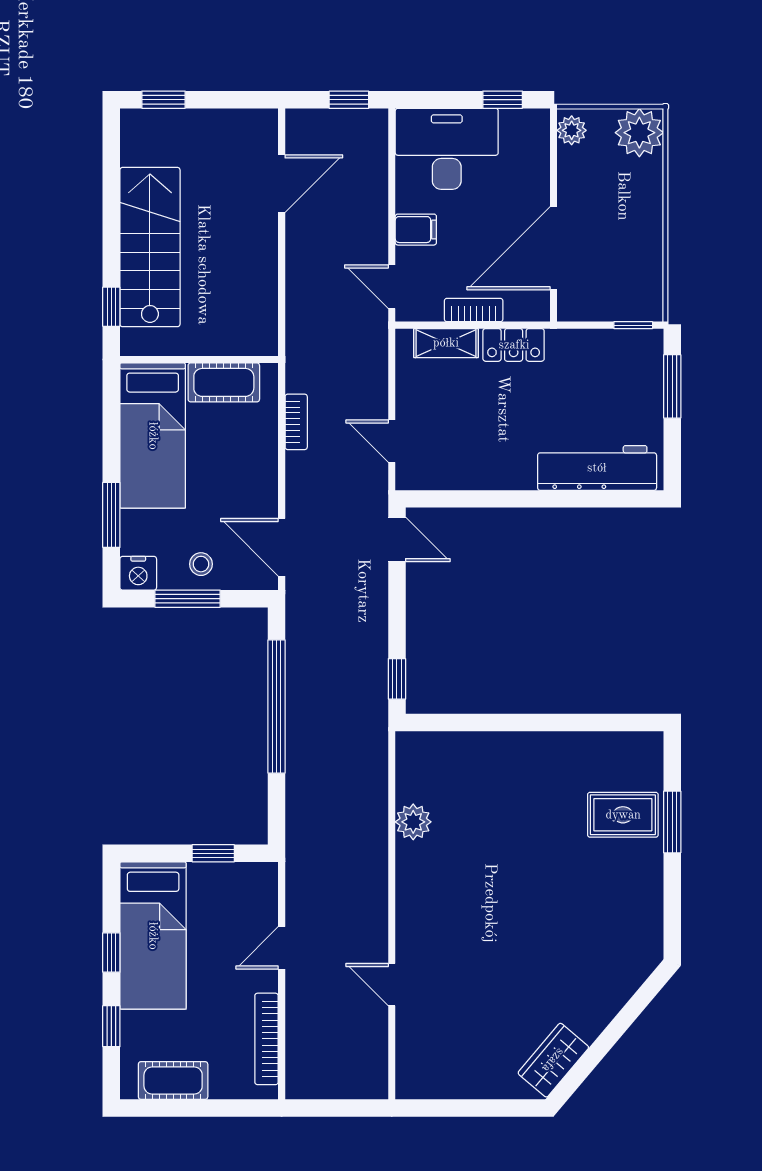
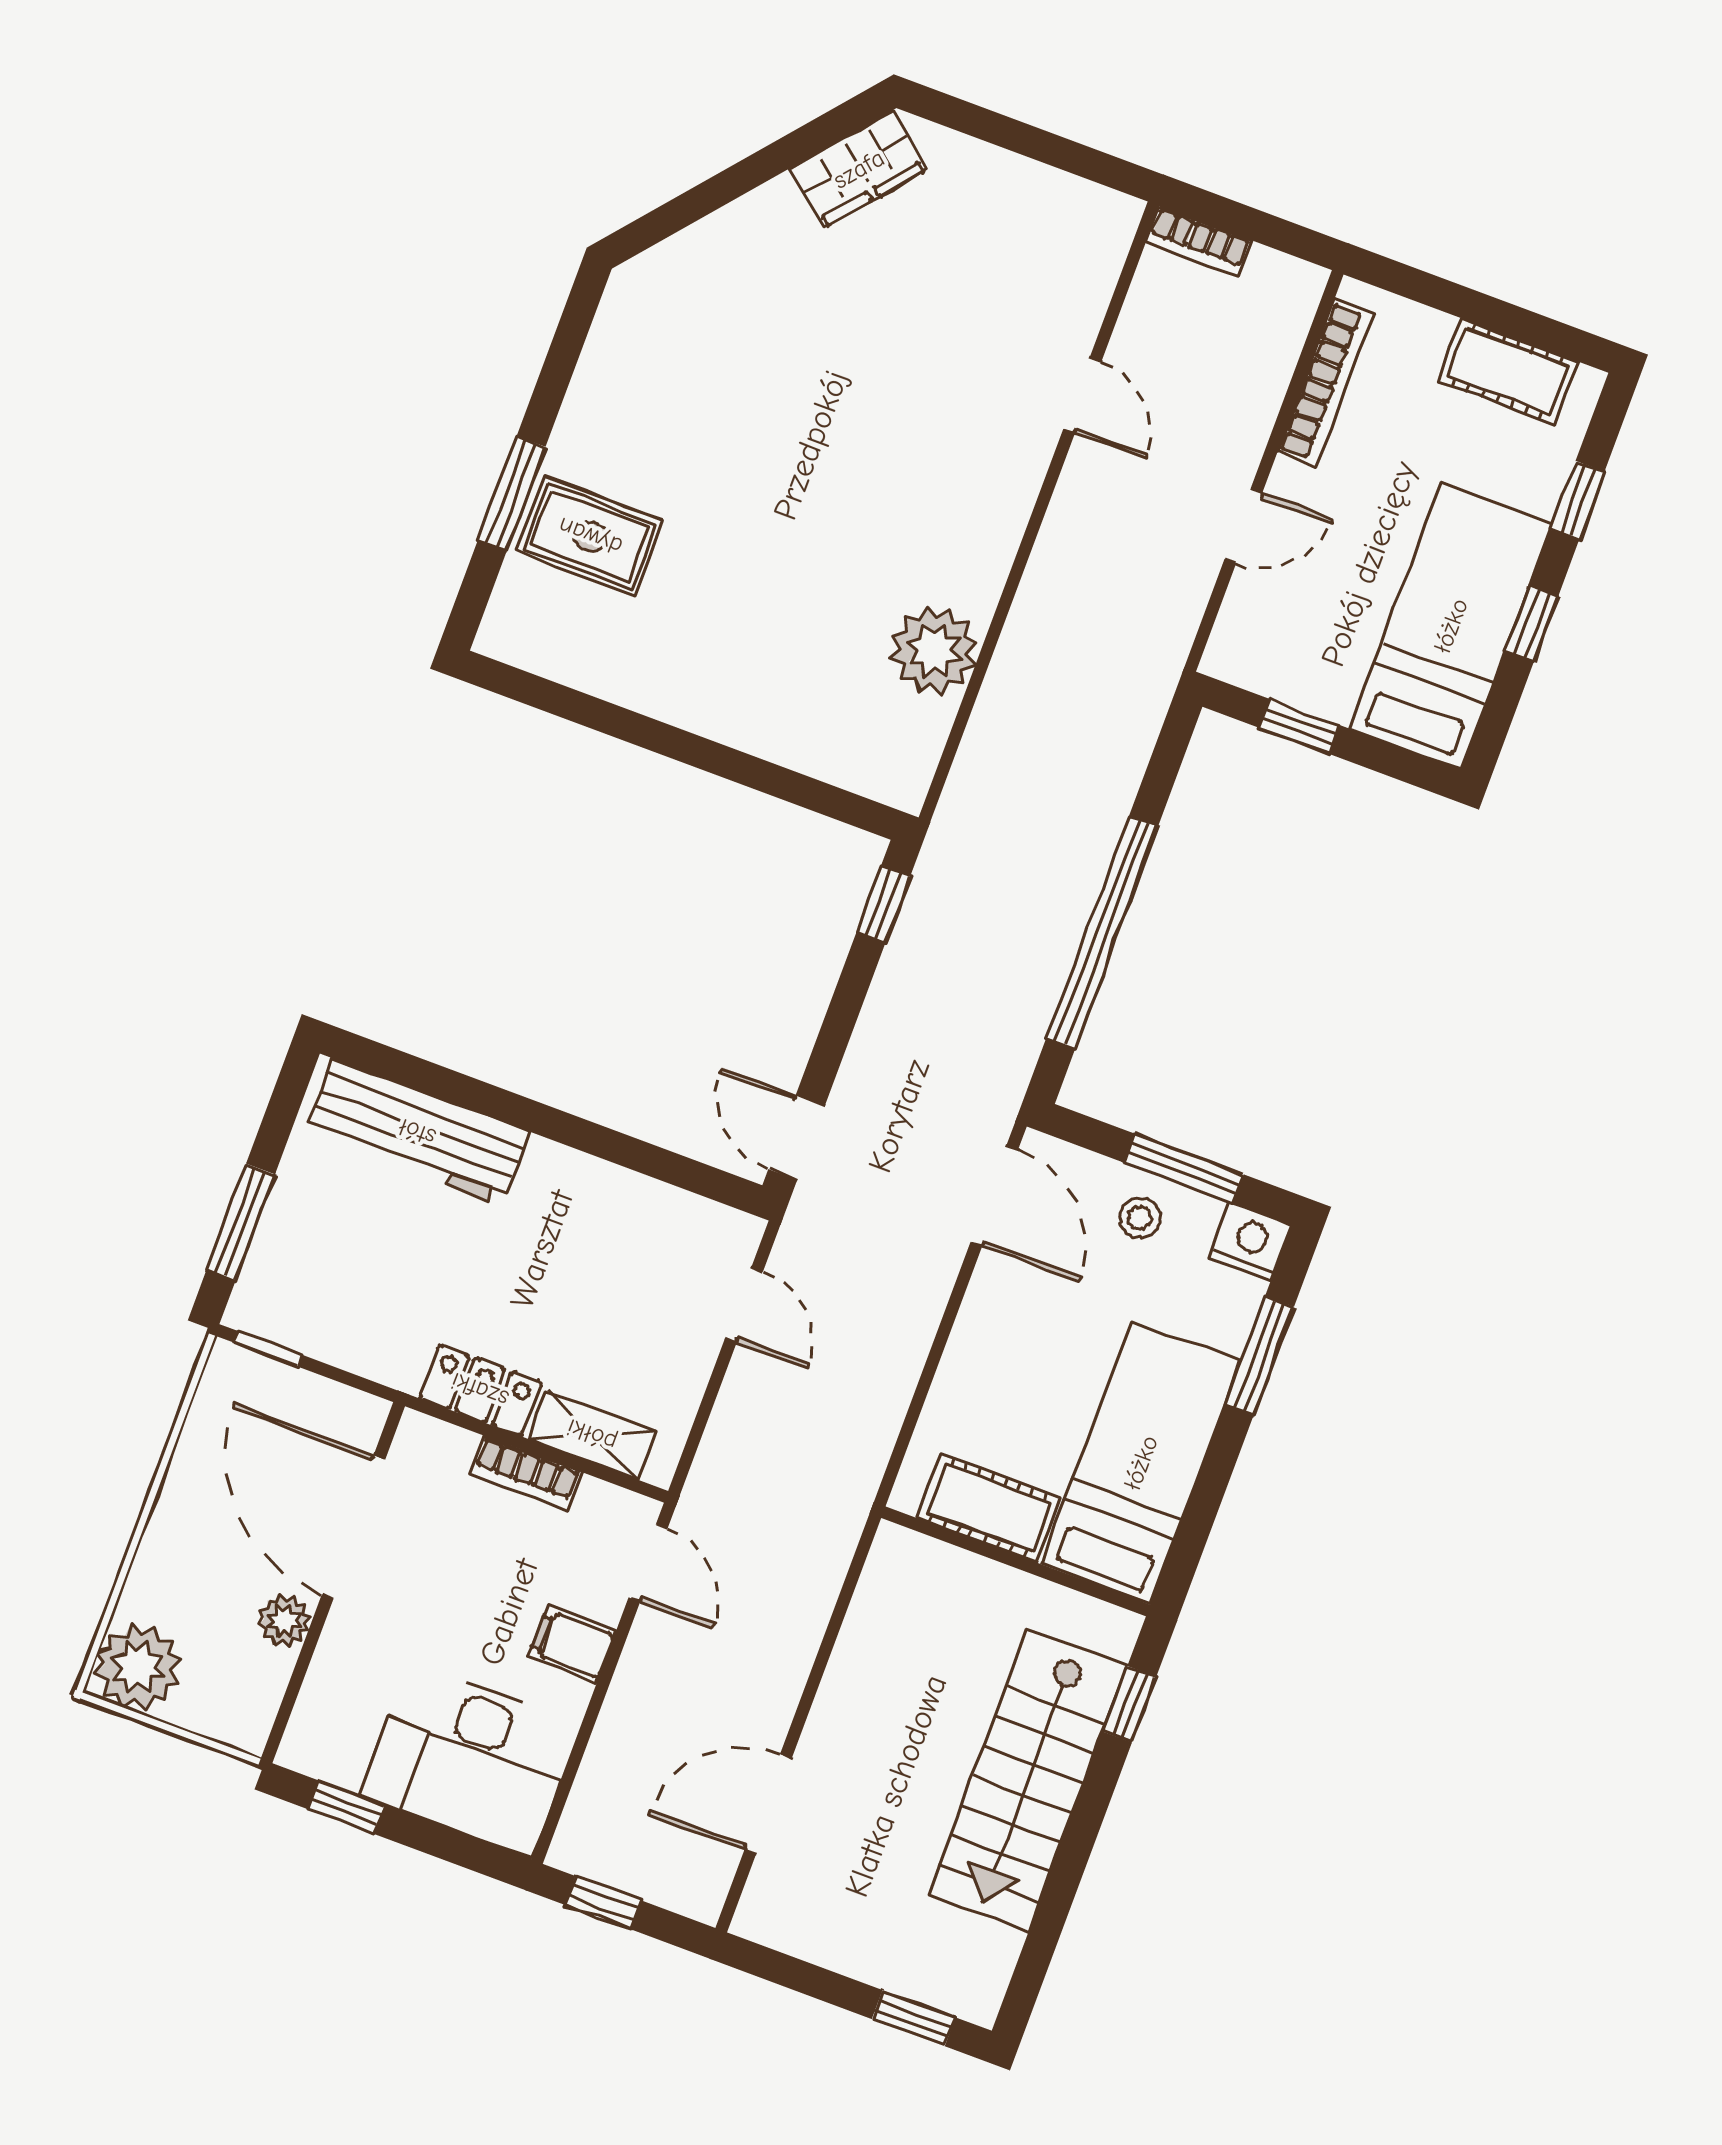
plant: (572, 130) -> (284, 1621), moved
door: (554, 248) -> (353, 1527), swing flipped
bookcase: (296, 422) -> (1199, 242), moved, turned -90
plant: (413, 822) -> (934, 651), width x1.36, depth x1.36

